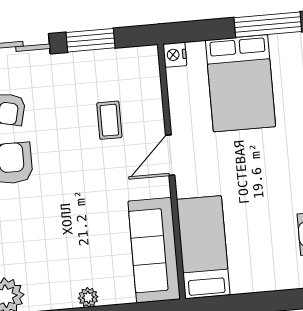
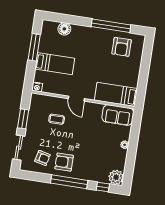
bed: (241, 83) -> (55, 64), width x0.67
sofa: (154, 250) -> (118, 115), width x0.73

